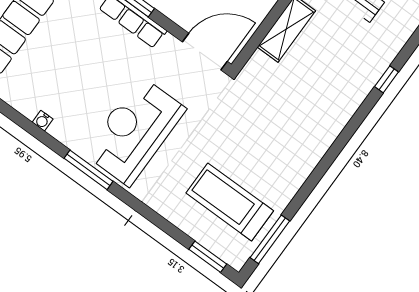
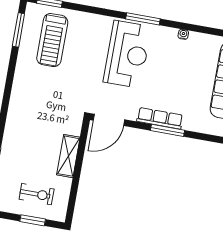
treadmill: (230, 202) -> (52, 40), turned 90

